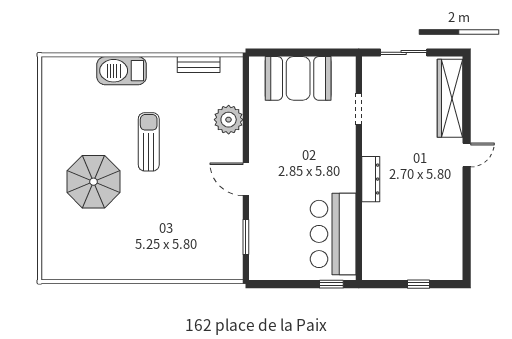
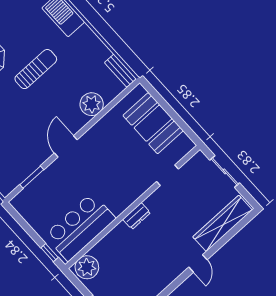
bench: (199, 65) -> (120, 71), moved
door: (467, 155) -> (198, 263), hinge flipped
dresser: (371, 179) -> (137, 216), width x0.70
plant: (376, 262) -> (87, 267), added

